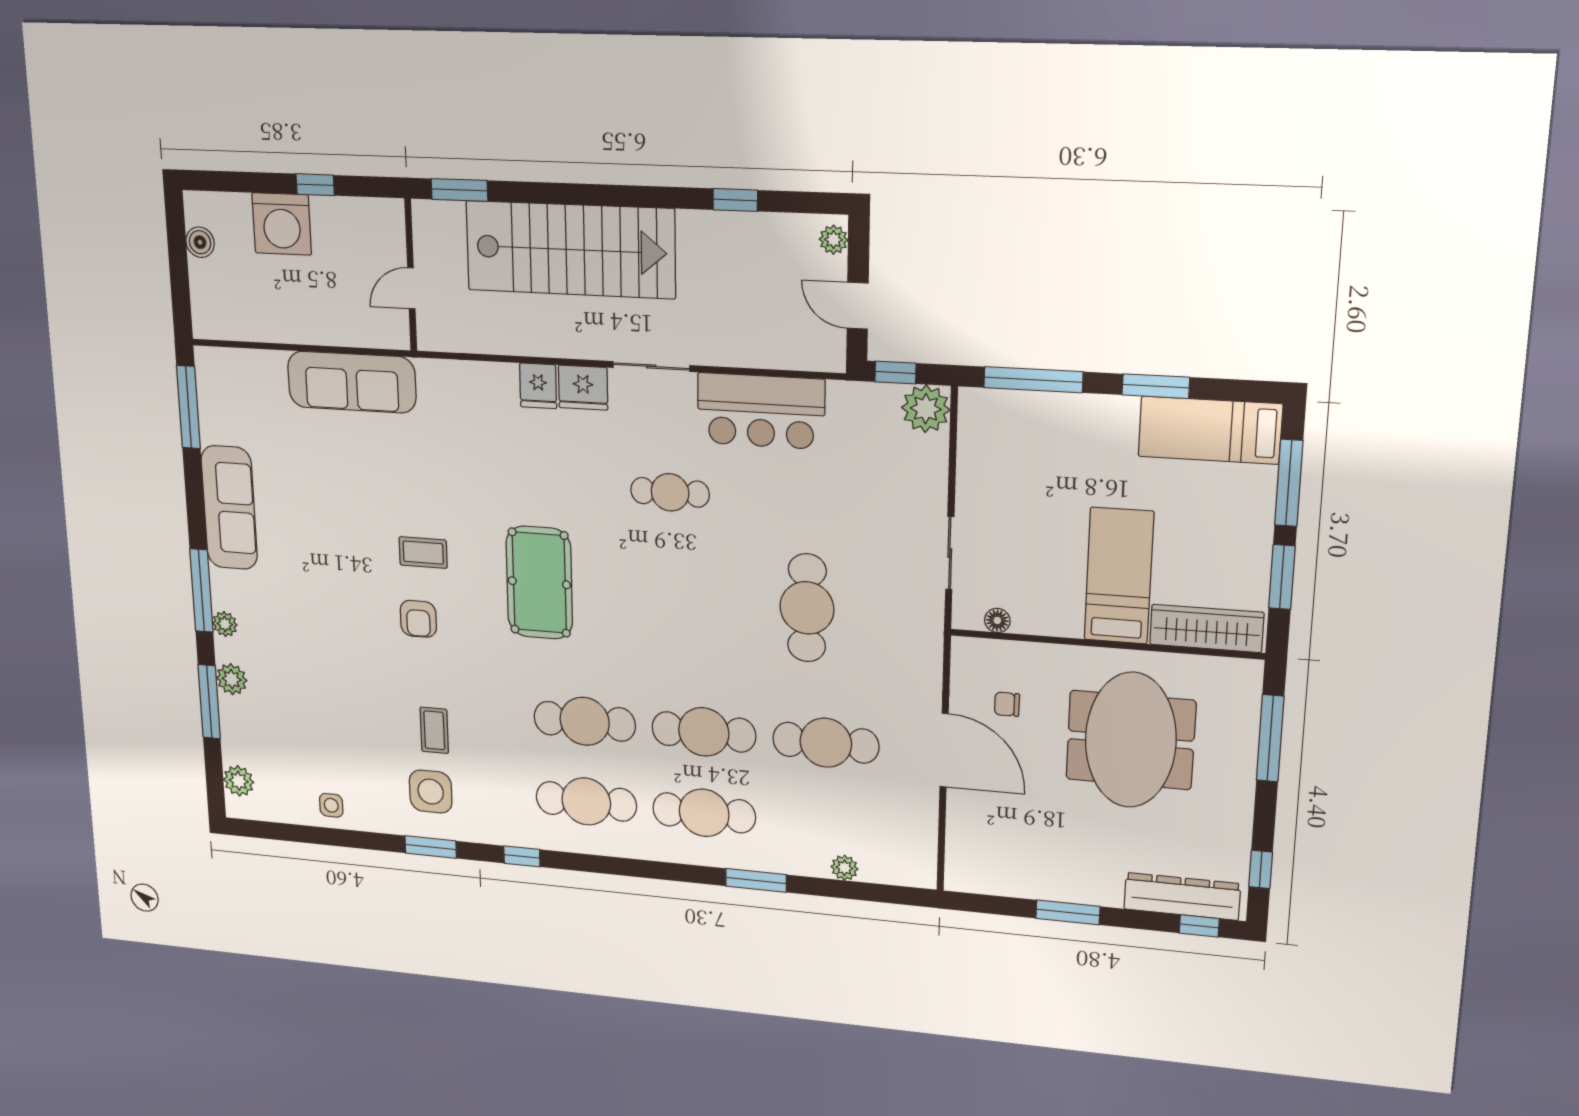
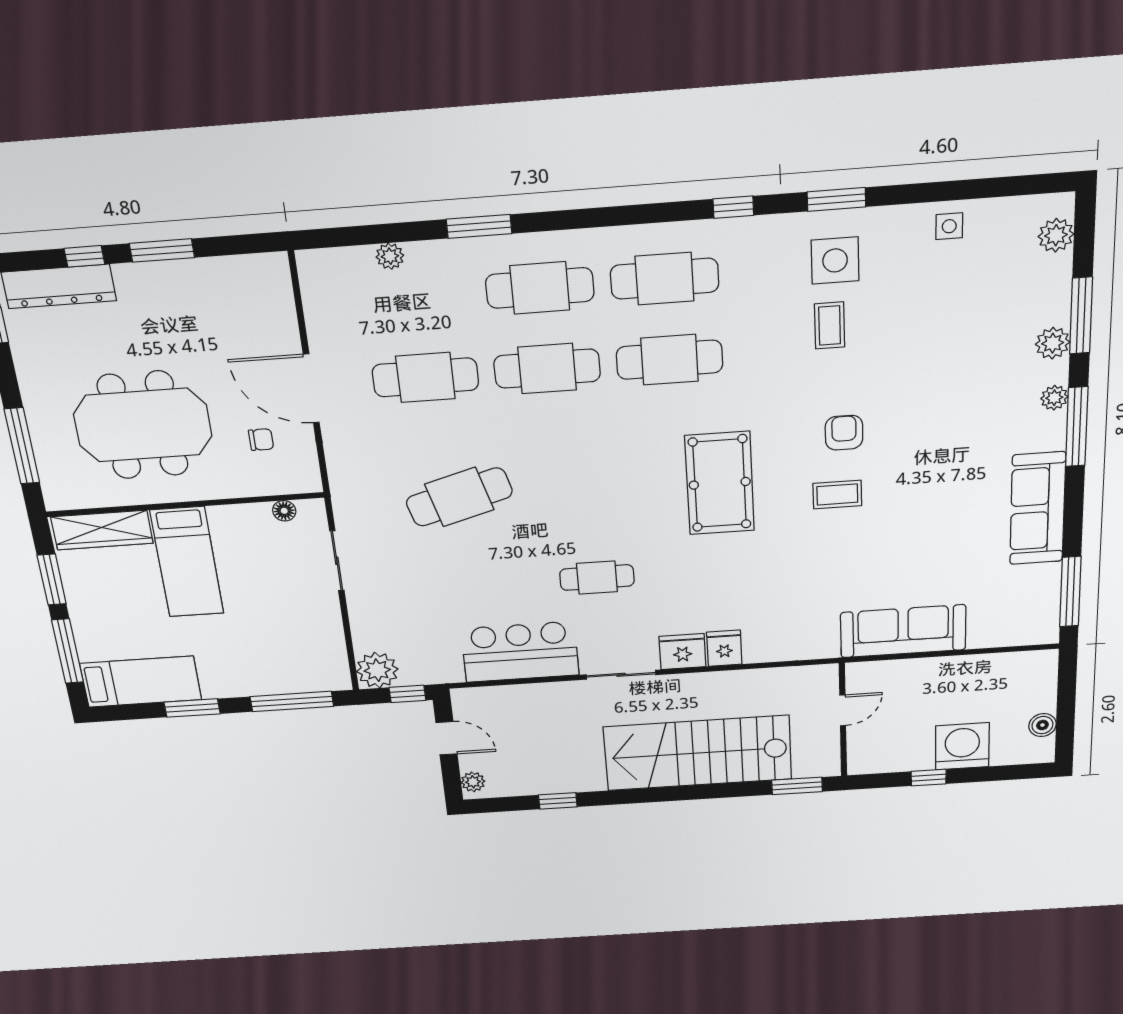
cafe table: (807, 608) -> (459, 497), turned 74
meeting table: (1131, 740) -> (143, 425), turned 90
window: (1199, 926) -> (84, 256), moved

